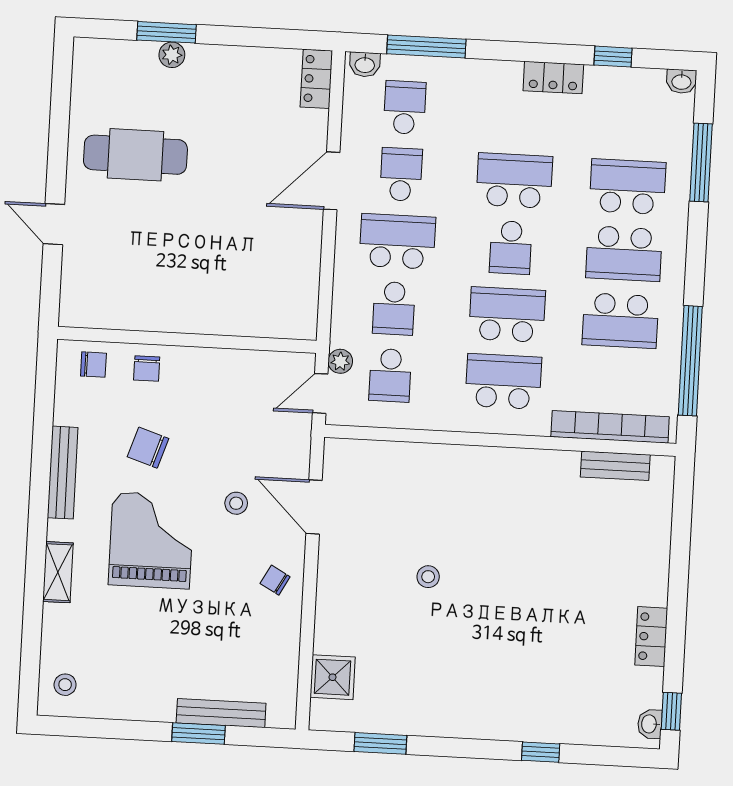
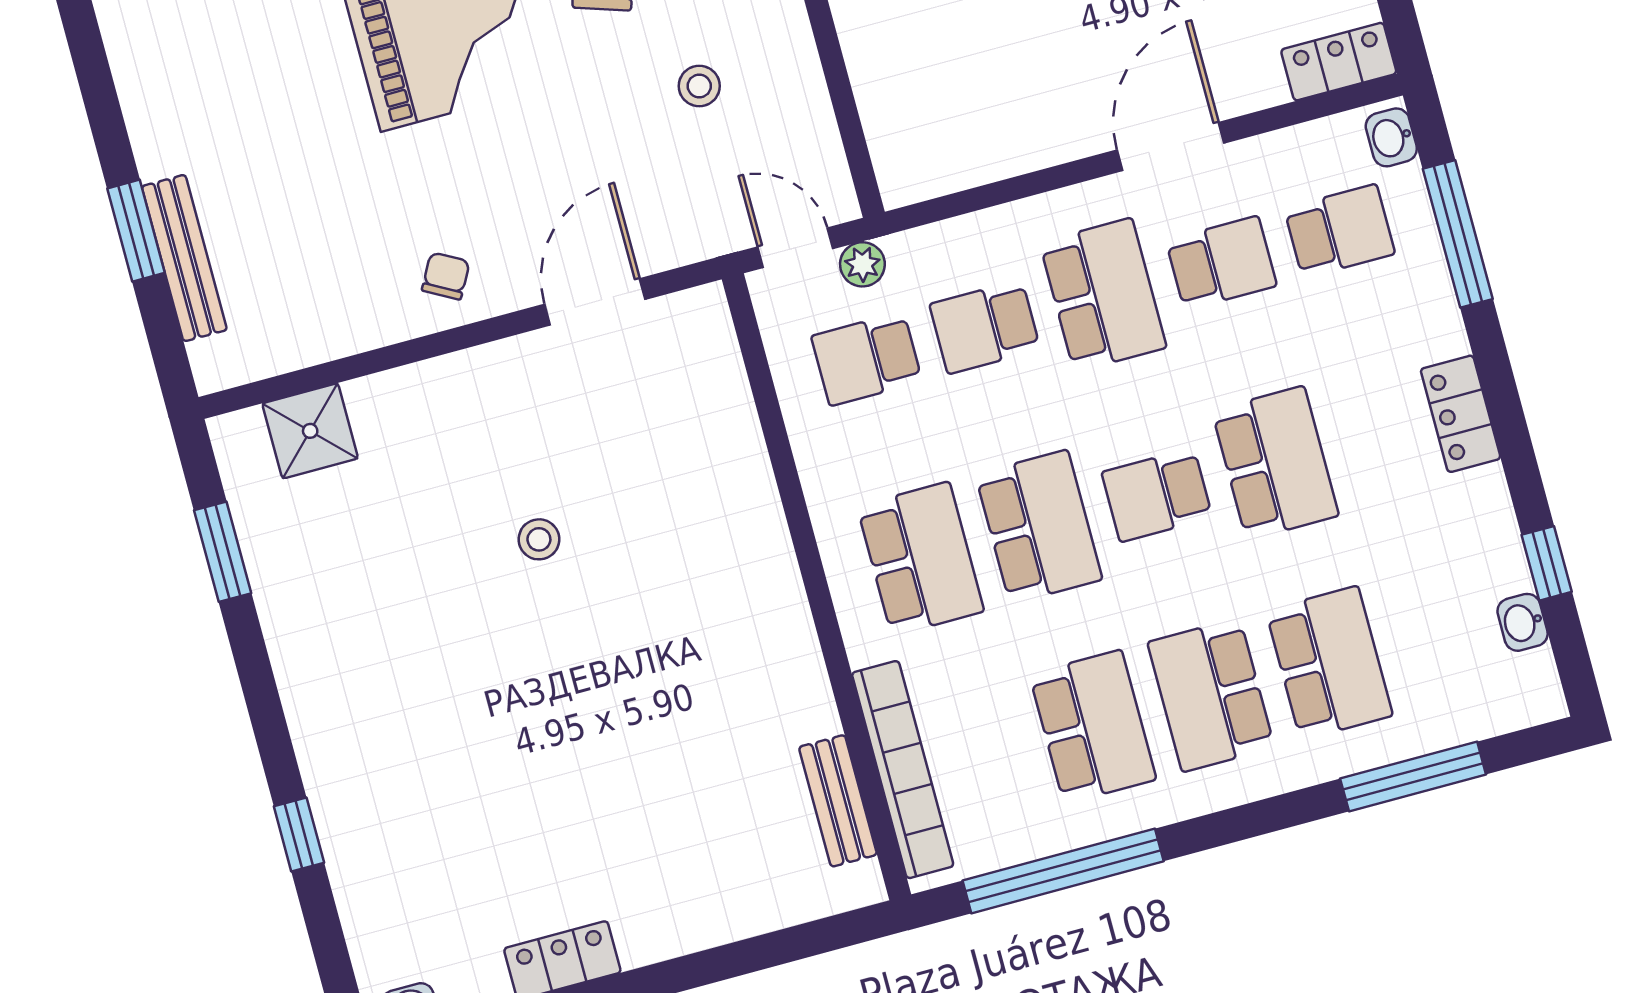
locker: (553, 77) -> (1461, 414), moved
washbasin: (681, 81) -> (1523, 622), moved
door: (332, 181) -> (1171, 146), hinge flipped
school desk: (620, 321) -> (1093, 727), turned 180
stool: (236, 503) -> (699, 86), moved

